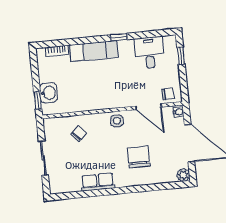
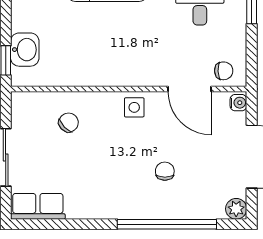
chair: (139, 157) -> (165, 171), width x0.54, depth x0.54
row of seats: (98, 182) -> (38, 206), moved
window: (143, 188) -> (167, 224), added

